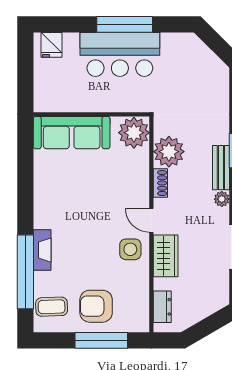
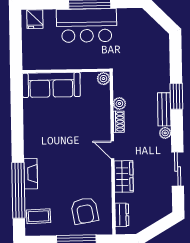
plant: (134, 133) -> (103, 79), width x0.53, depth x0.53
plant: (169, 152) -> (119, 104), width x0.53, depth x0.53
side table: (130, 249) -> (97, 172), removed
armchair: (96, 306) -> (85, 211), moved, turned -100

